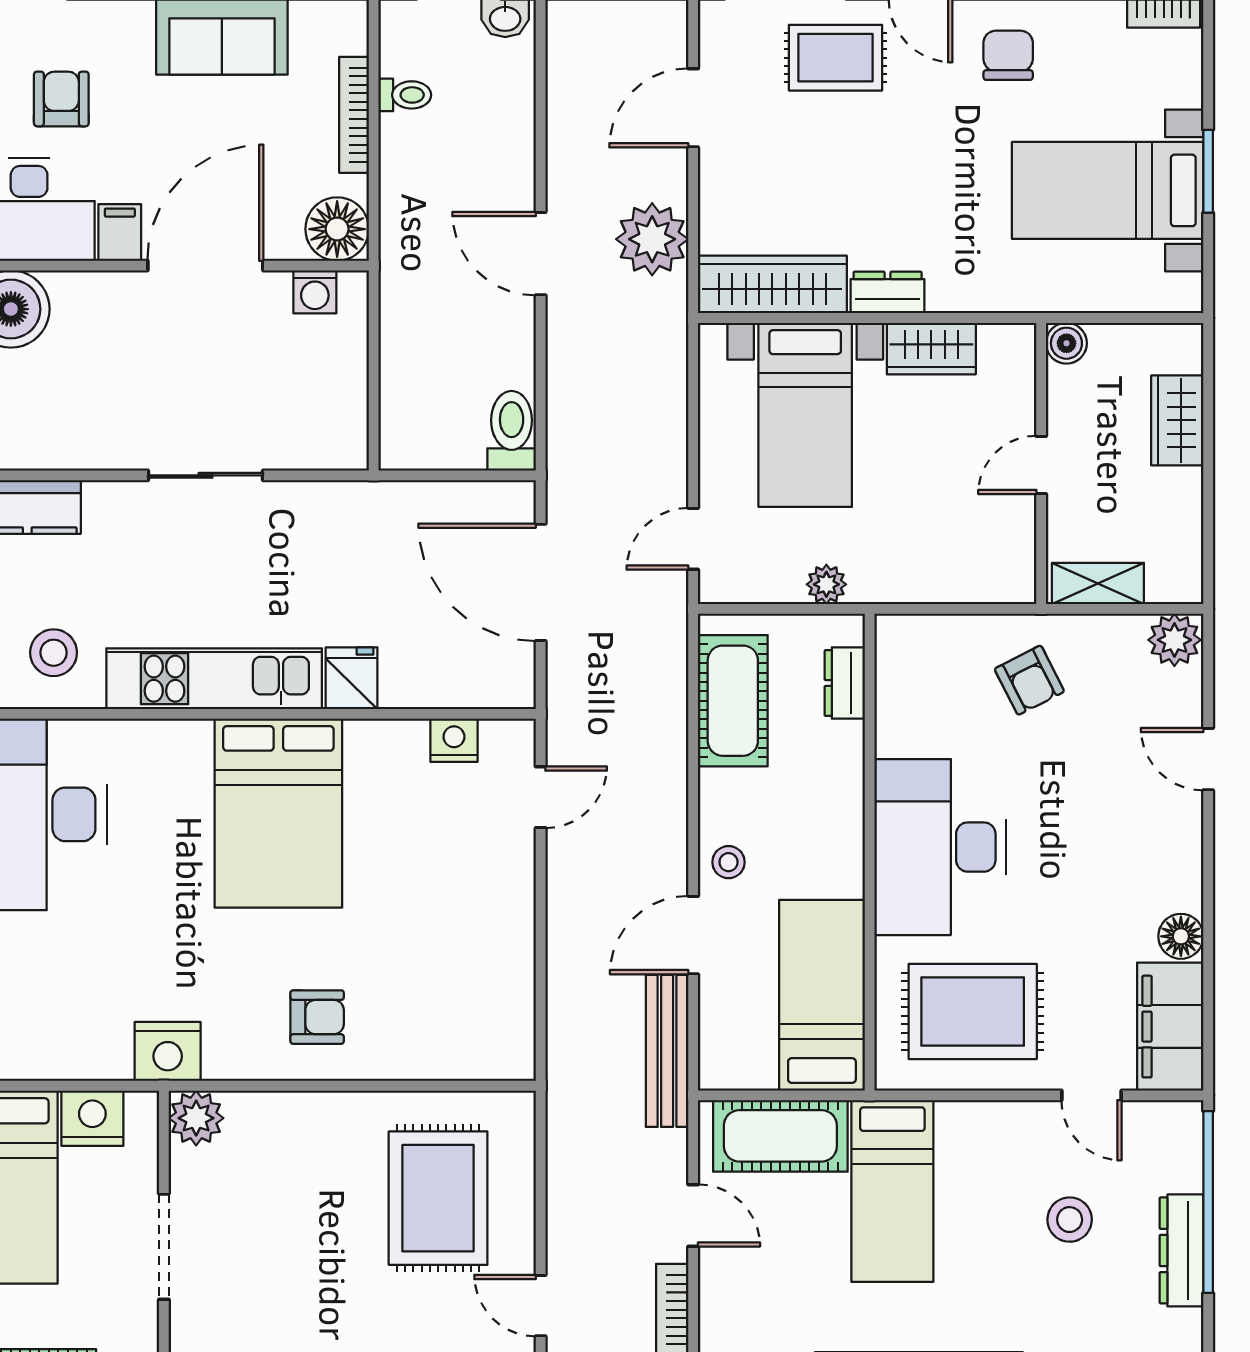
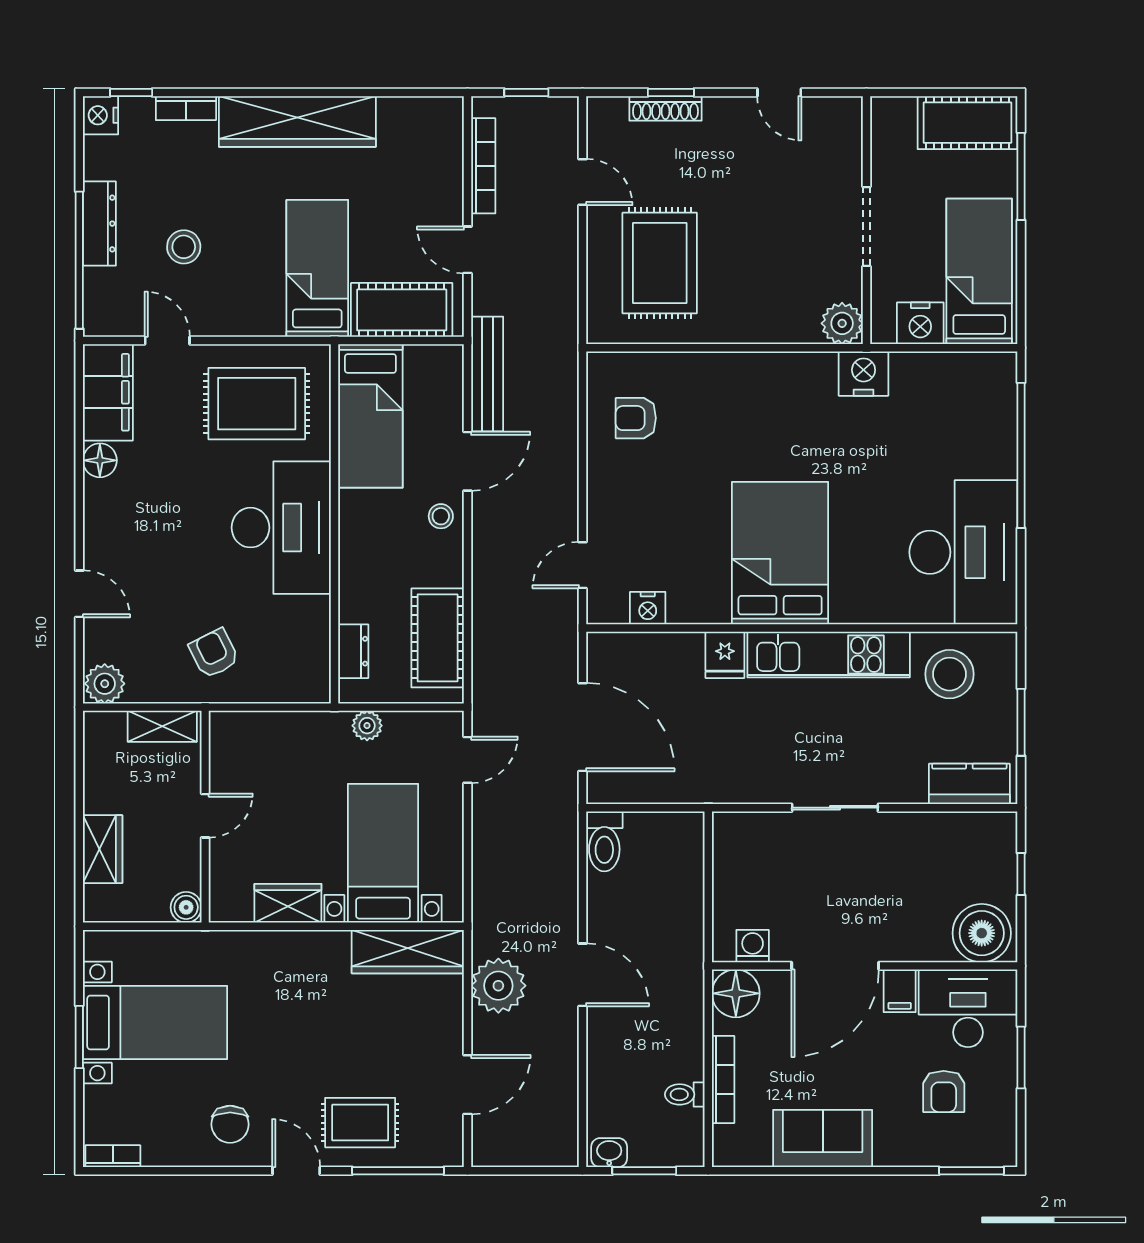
dresser: (888, 292) -> (321, 946), removed
stool: (54, 653) -> (950, 674), width x1.38, depth x1.38
armchair: (317, 1017) -> (636, 418), moved

